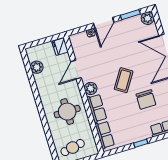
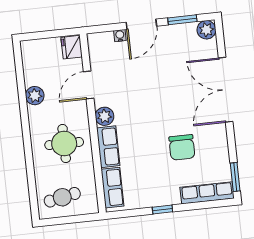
plant: (37, 67) -> (35, 96), moved
coffee table: (124, 80) -> (155, 113), removed

